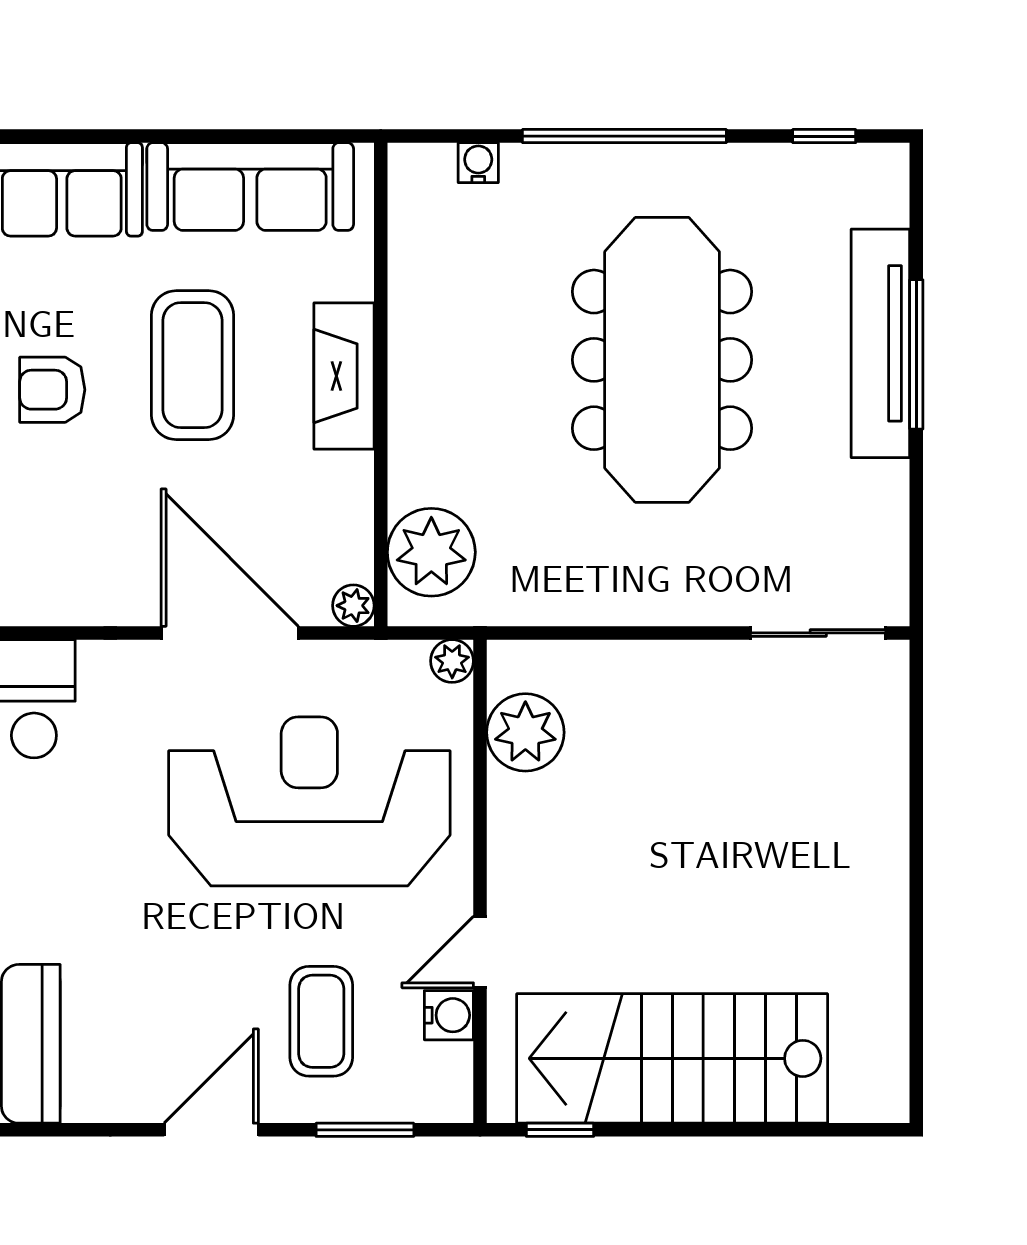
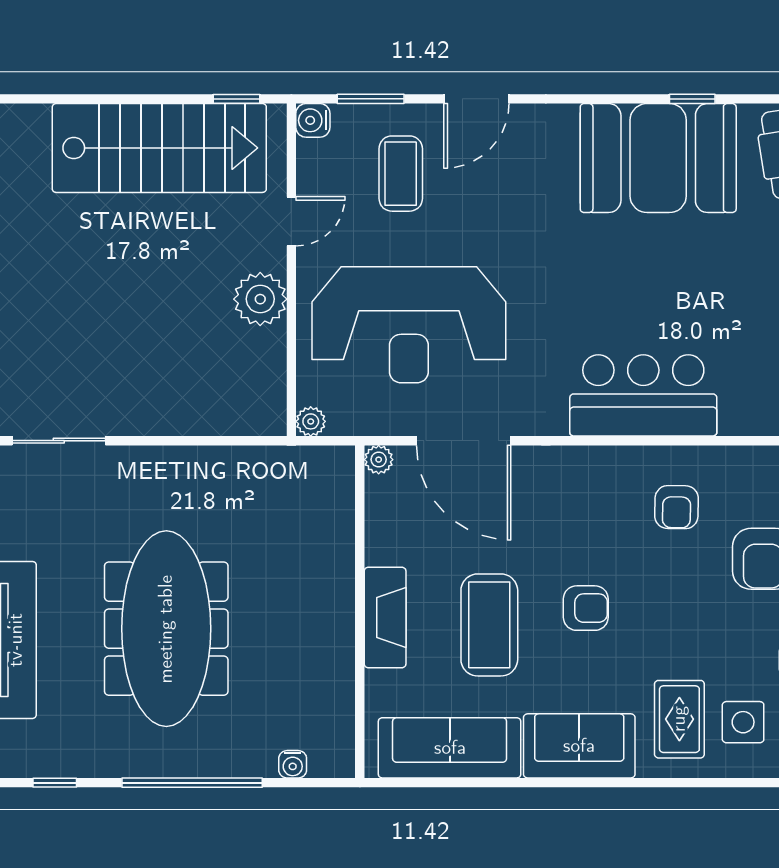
plant: (431, 552) -> (325, 496), removed
plant: (525, 732) -> (260, 299), moved
water cooler: (449, 1015) -> (313, 120), moved

